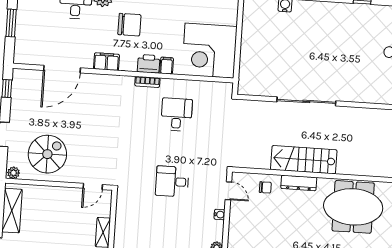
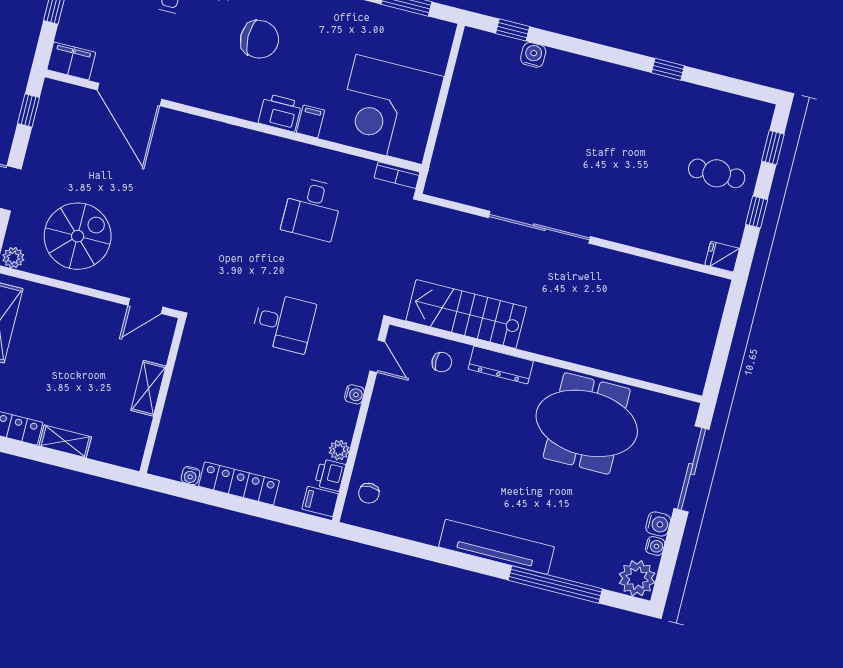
filing cabinet: (106, 62) -> (71, 61), moved
door: (62, 69) -> (129, 95), hinge flipped
bookcase: (147, 82) -> (397, 175), moved
desk: (177, 115) -> (312, 209), turned 180
stairs: (304, 160) -> (466, 314), moved
desk: (172, 182) -> (283, 323), turned 180

